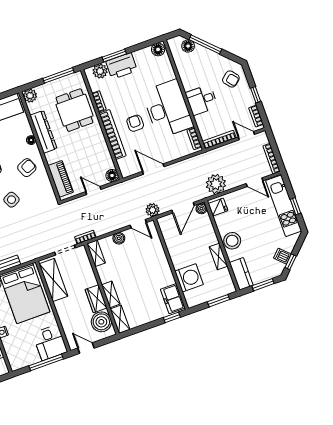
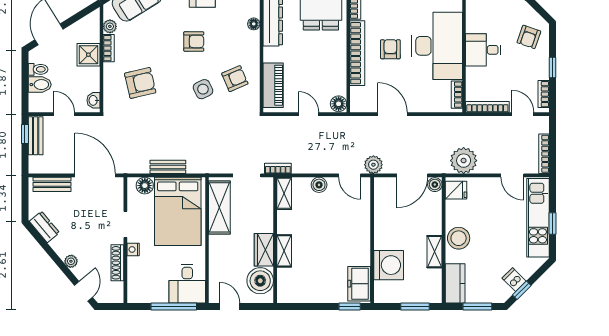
armchair: (231, 79) -> (529, 37), turned 59
armchair: (27, 168) -> (235, 79), moved
shelving: (120, 319) -> (285, 286), removed

